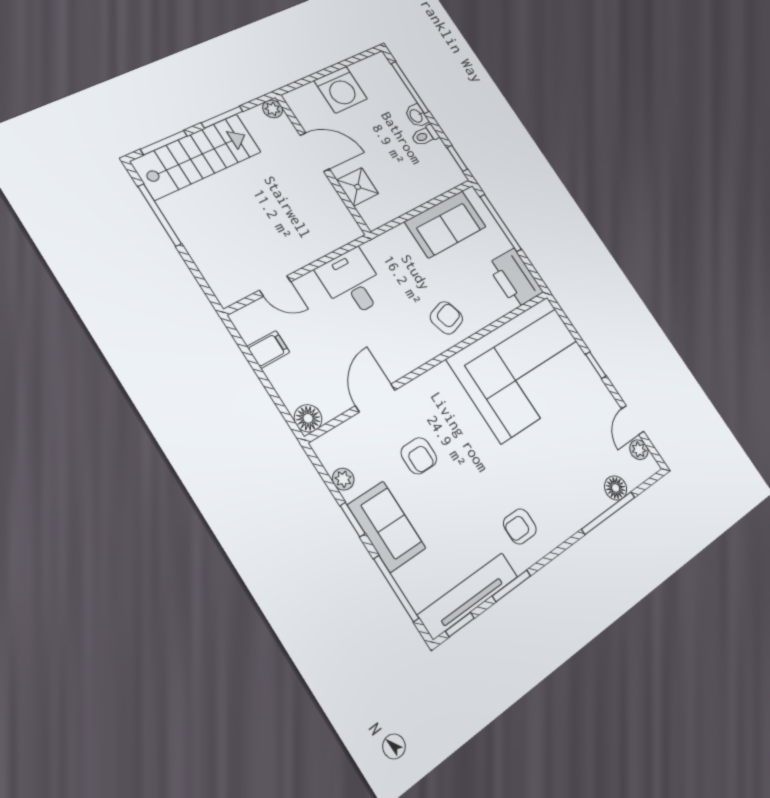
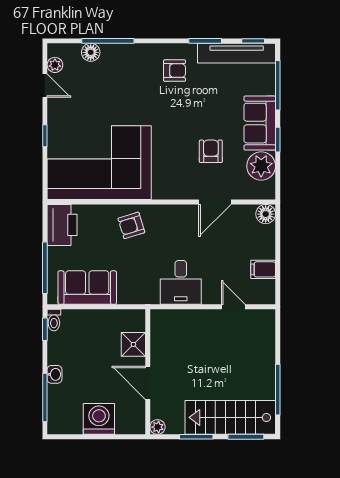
toilet: (425, 136) -> (54, 320), moved, turned 90
door: (633, 420) -> (45, 86), hinge flipped
plant: (343, 479) -> (261, 166), width x1.87, depth x1.87

